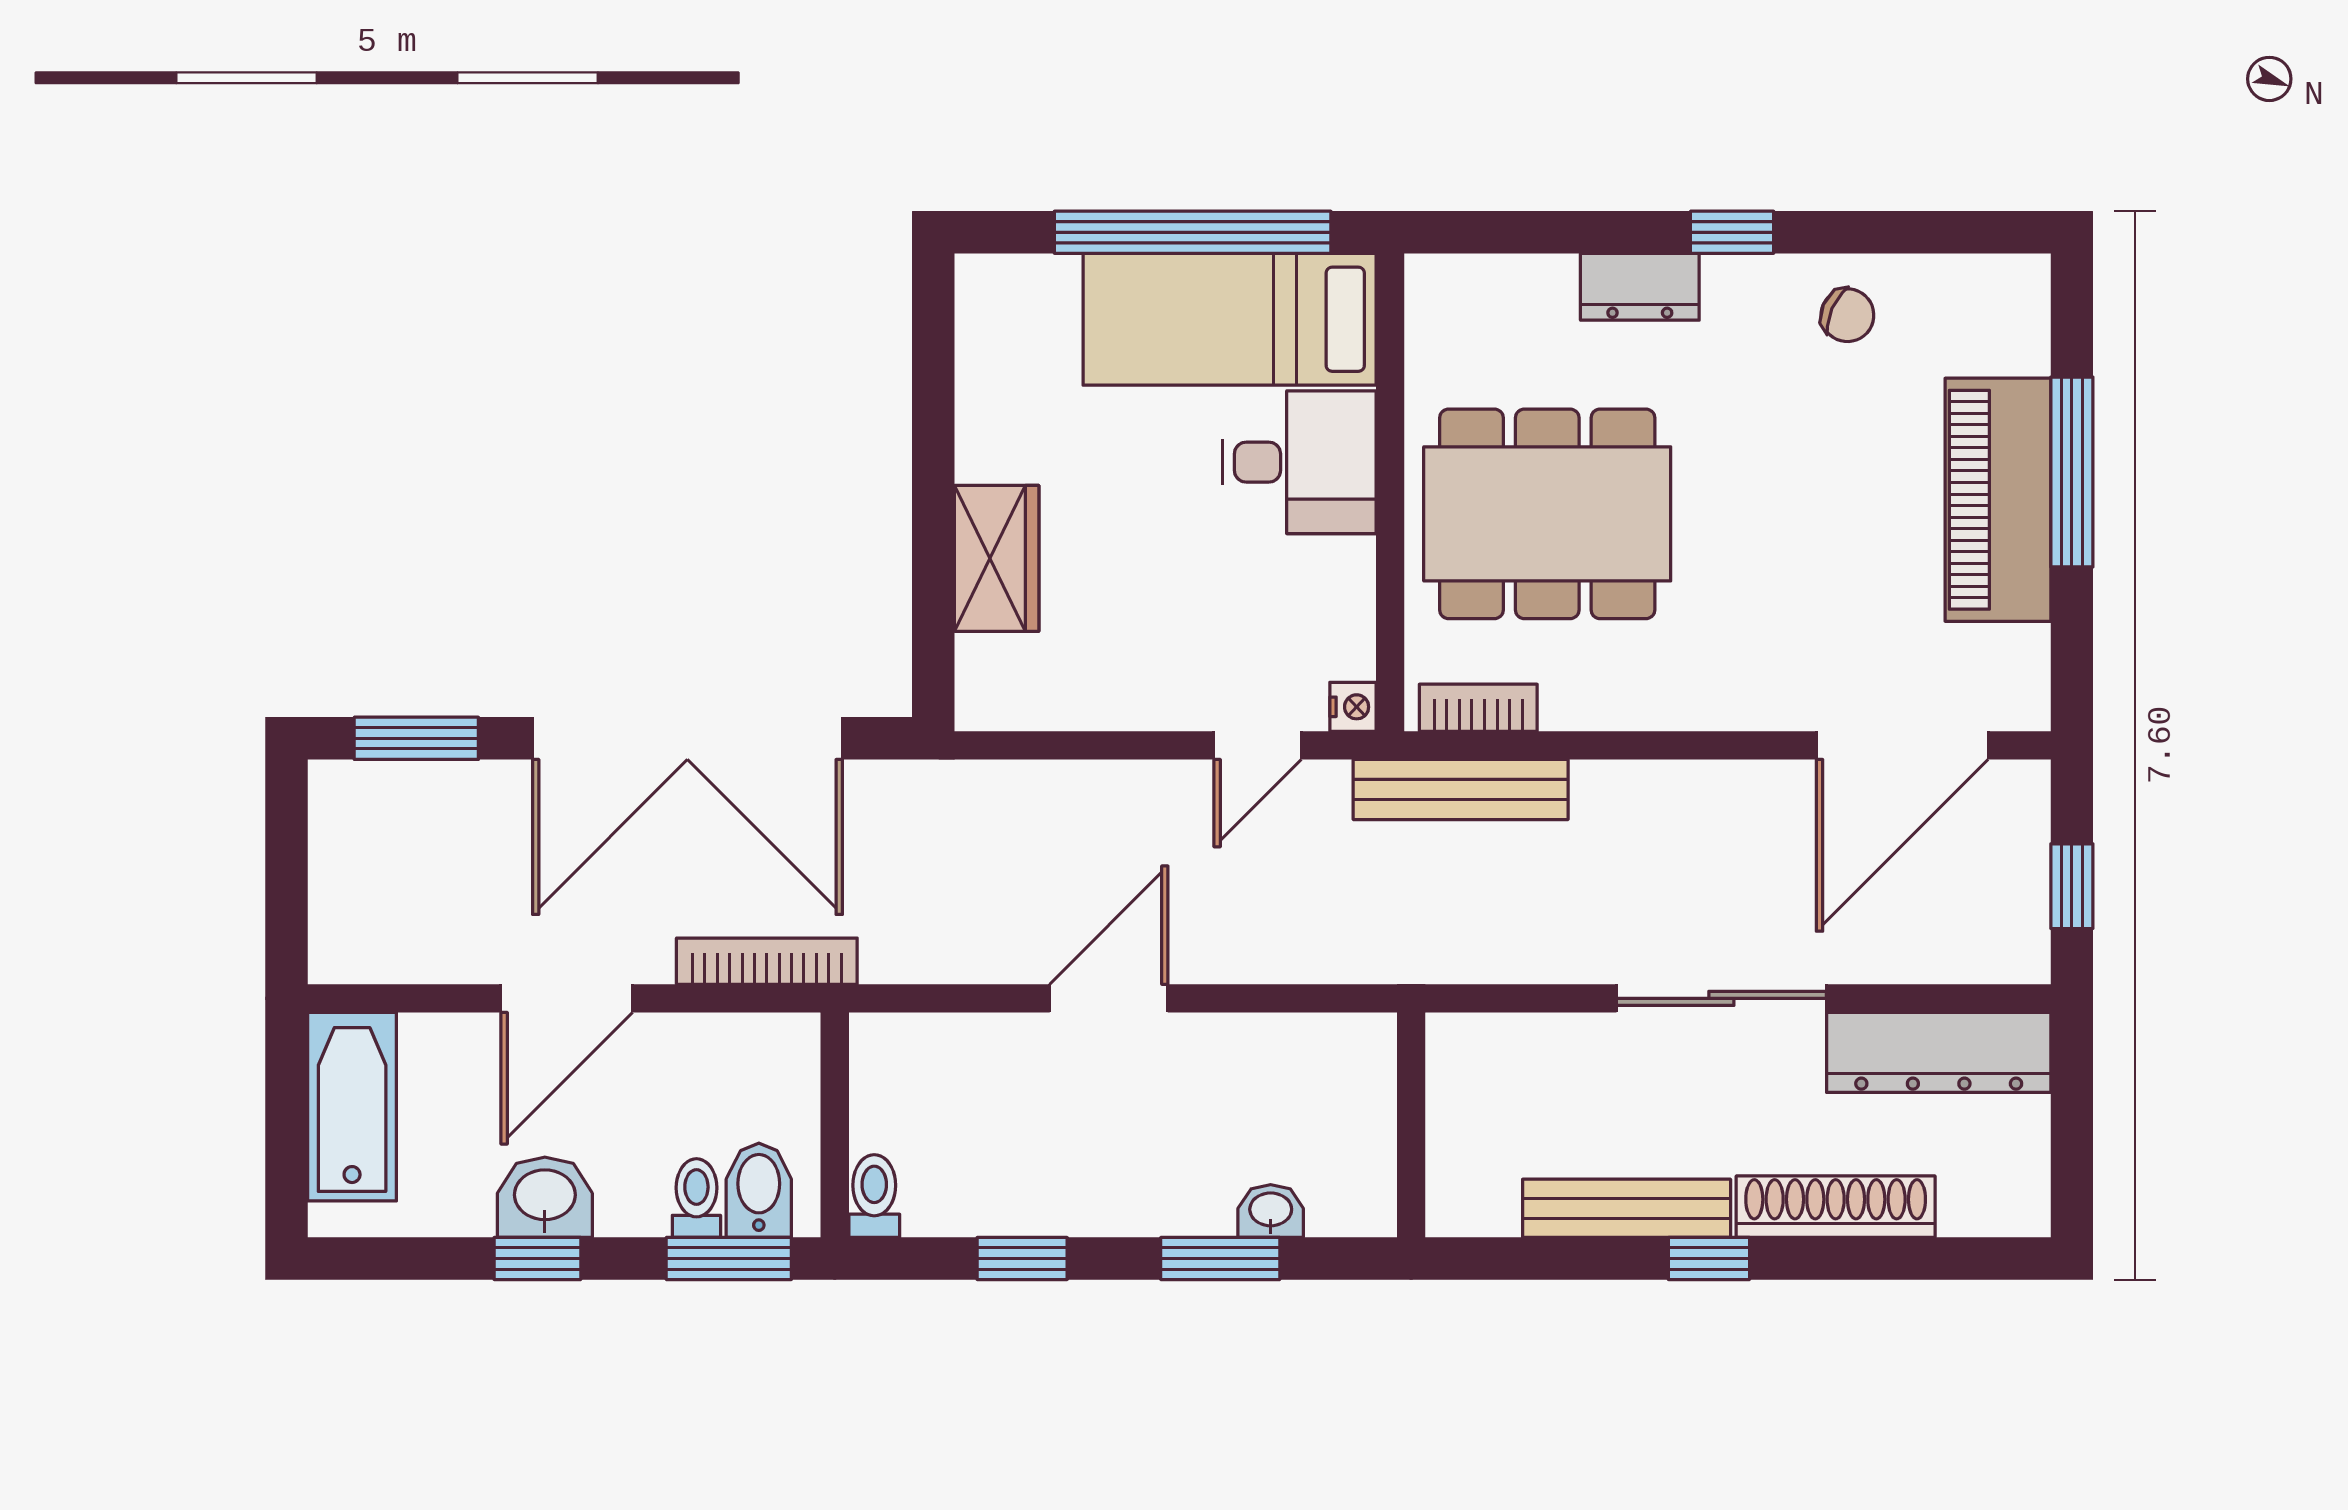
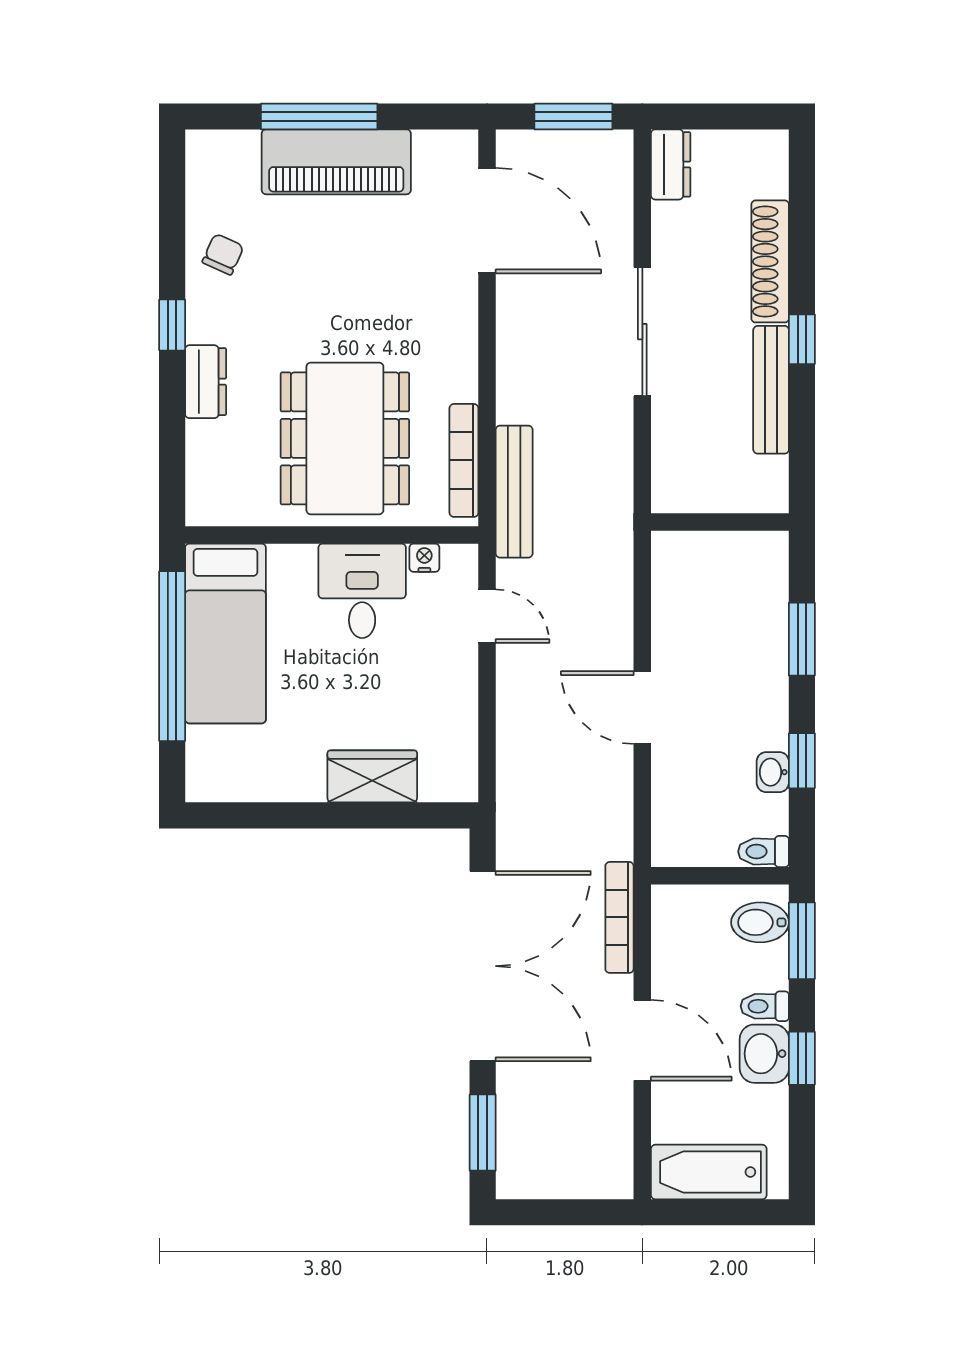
desk: (1299, 462) -> (362, 591), moved
nightstand: (1353, 707) -> (424, 558), moved
bookcase: (1478, 708) -> (464, 460), width x1.56
window: (2072, 886) -> (573, 116), width x1.50
dresser: (1939, 1052) -> (671, 164), width x0.51, depth x0.80
toilet: (696, 1198) -> (765, 1006), moved
washbasin: (1271, 1211) -> (773, 772), moved

